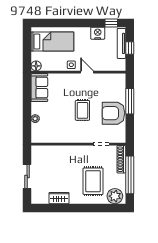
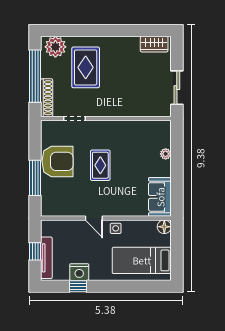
window: (111, 23) -> (78, 286), moved
sliding door: (27, 177) -> (177, 88), moved
wardrobe: (59, 198) -> (154, 44), moved

